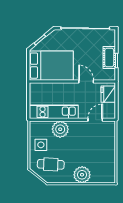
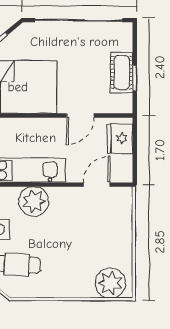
door: (86, 81) -> (80, 116), swing flipped
plant: (82, 175) -> (110, 283), moved

